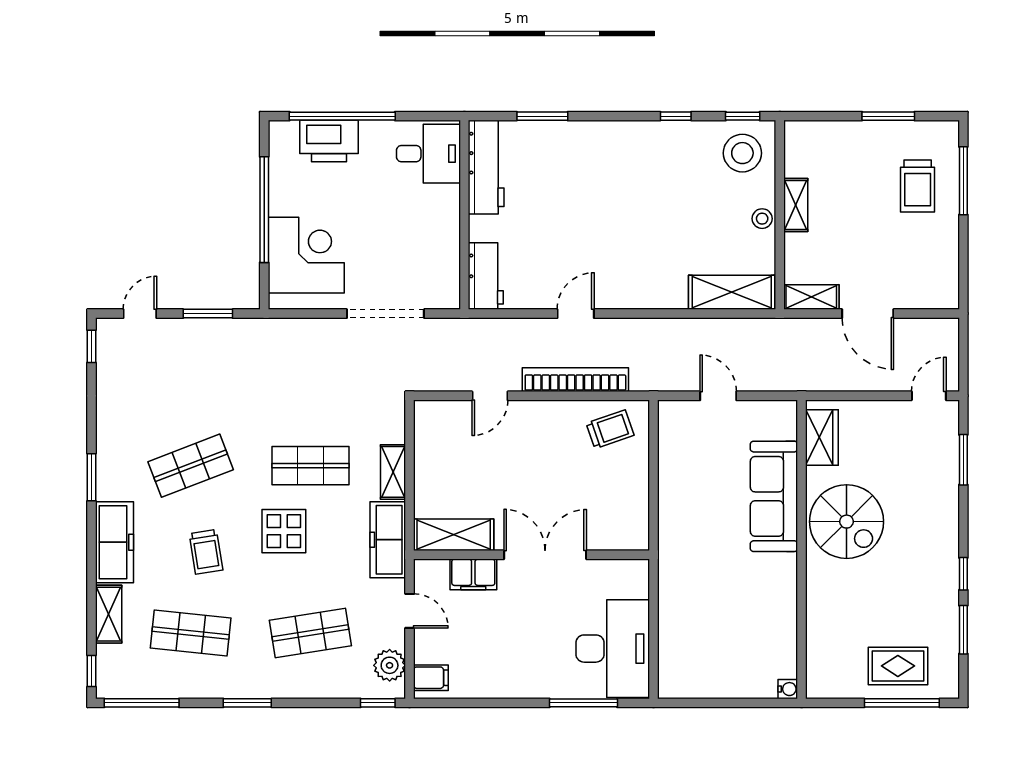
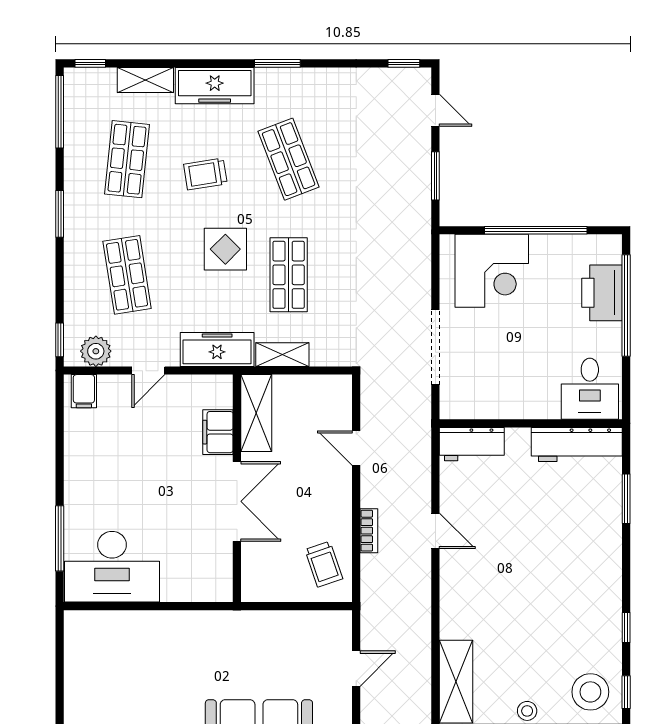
bookcase: (575, 380) -> (369, 531), width x0.43, depth x0.76
shelving: (454, 535) -> (256, 413), moved
wall: (532, 555) -> (237, 488), moved
double door: (545, 555) -> (237, 501), moved
filing cabinet: (473, 574) -> (218, 432), moved

